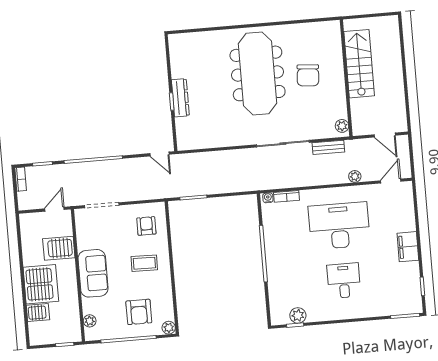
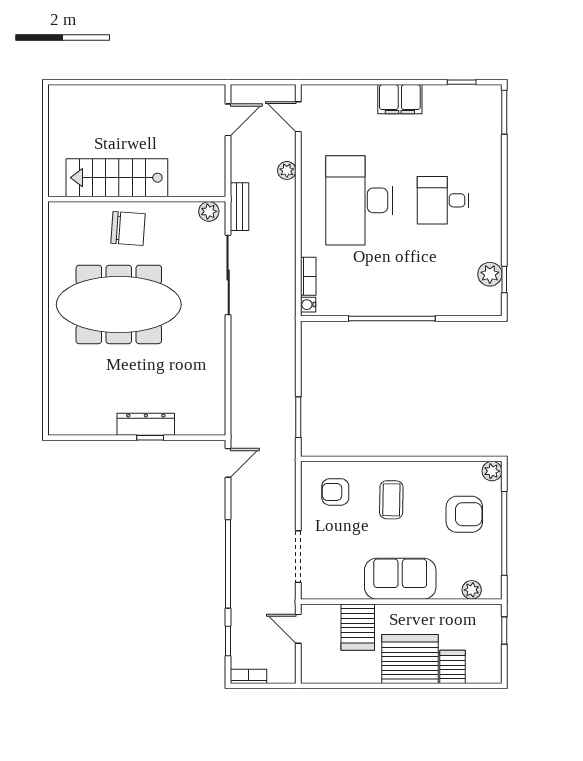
stairs: (359, 64) -> (117, 178), moved
wall: (346, 78) -> (137, 199), moved
plant: (342, 126) -> (209, 211), moved

